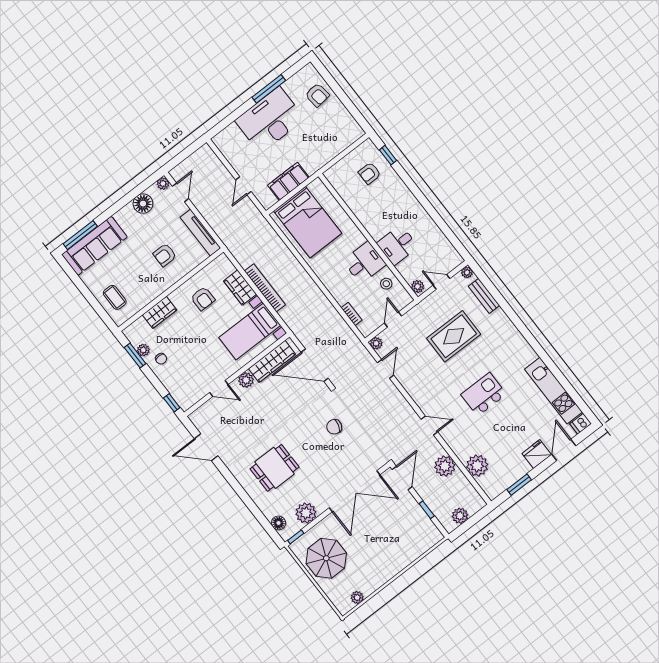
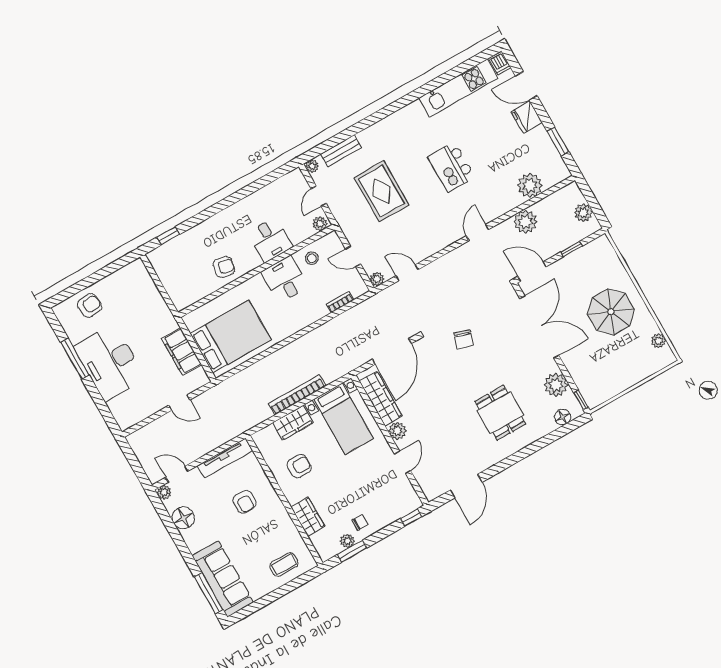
armchair: (370, 173) -> (224, 267), moved, turned -78
parasol: (326, 558) -> (611, 312), moved

